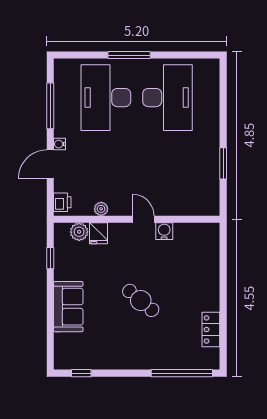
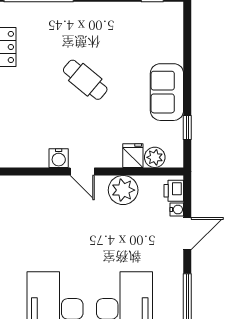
water cooler: (60, 144) -> (177, 210), moved
plant: (101, 209) -> (123, 190), width x1.88, depth x1.88
sofa: (68, 307) -> (167, 92), moved

